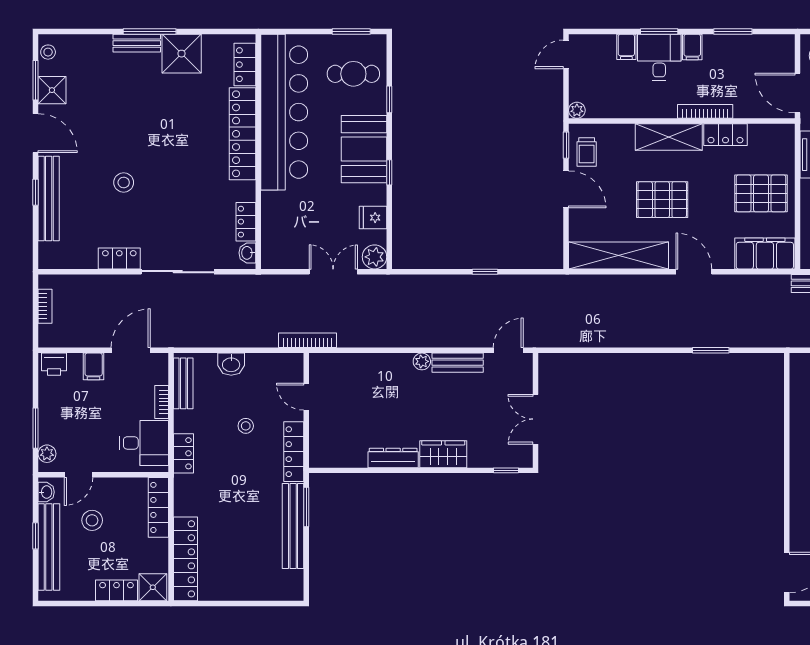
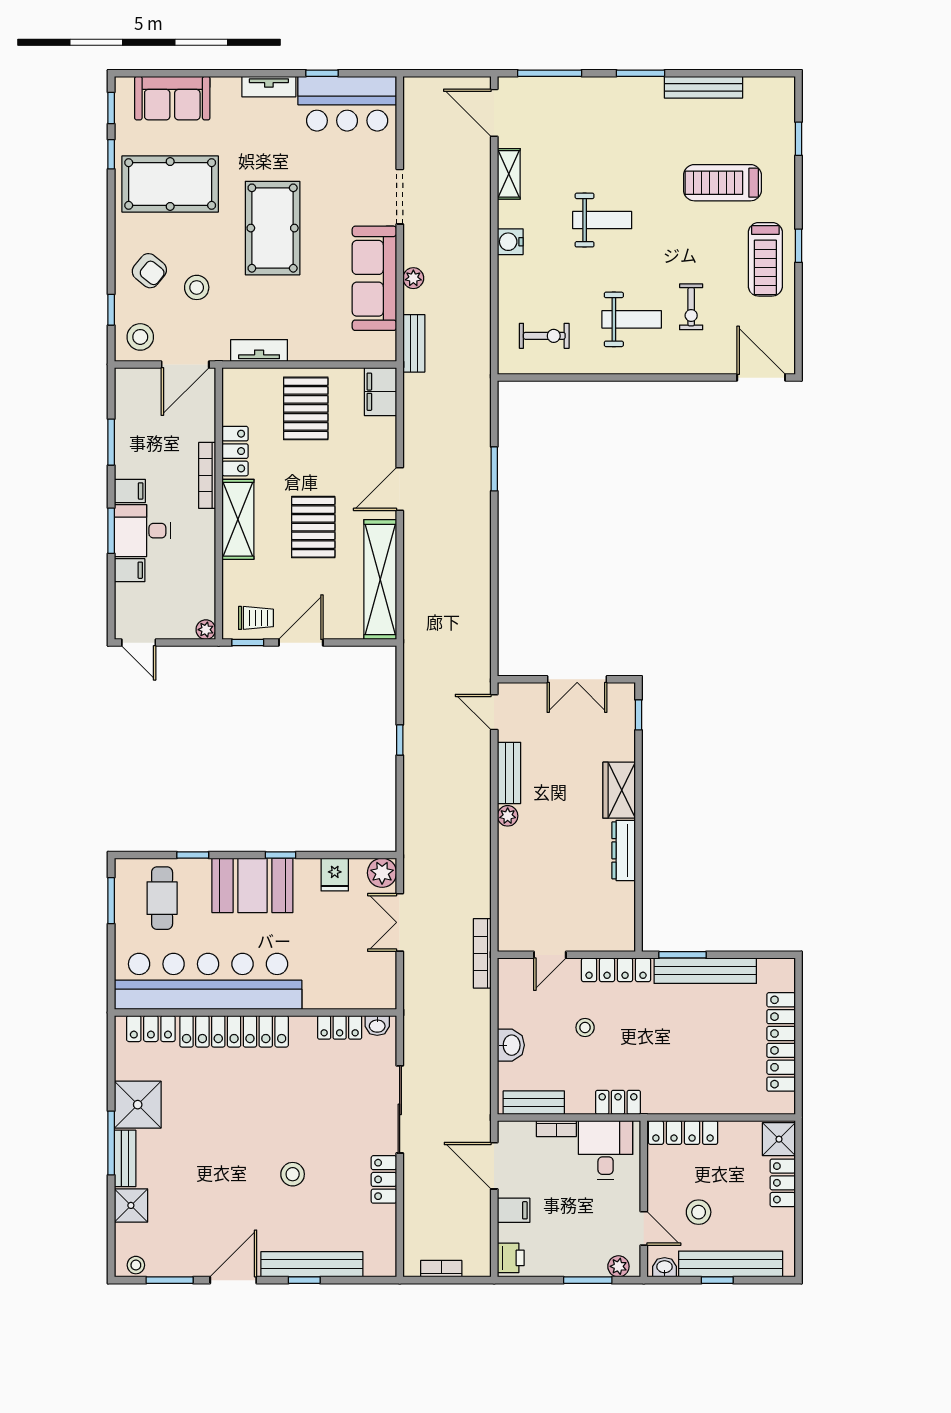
shower: (52, 90) -> (131, 1205), moved
filing cabinet: (765, 253) -> (381, 392), width x0.67, depth x0.86
locker: (185, 559) -> (781, 1042), moved, turned -90

